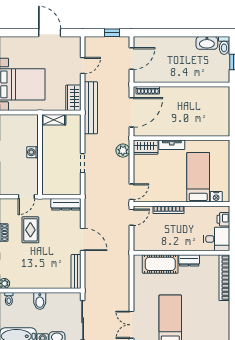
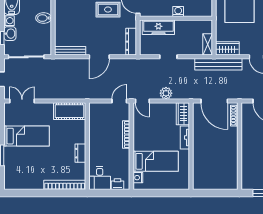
shelving: (54, 120) -> (208, 44), moved
plant: (123, 151) -> (166, 93), moved
freezer: (50, 174) -> (158, 27), added
door: (131, 217) -> (119, 101), swing flipped
cot: (160, 264) -> (70, 111), moved, turned 90

